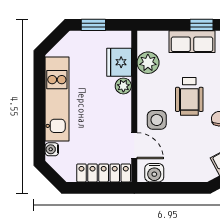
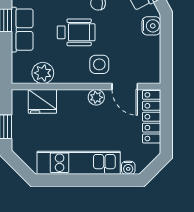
plant: (123, 86) -> (96, 97), moved
door: (134, 146) -> (125, 87), swing flipped
water cooler: (154, 173) -> (151, 26), moved

